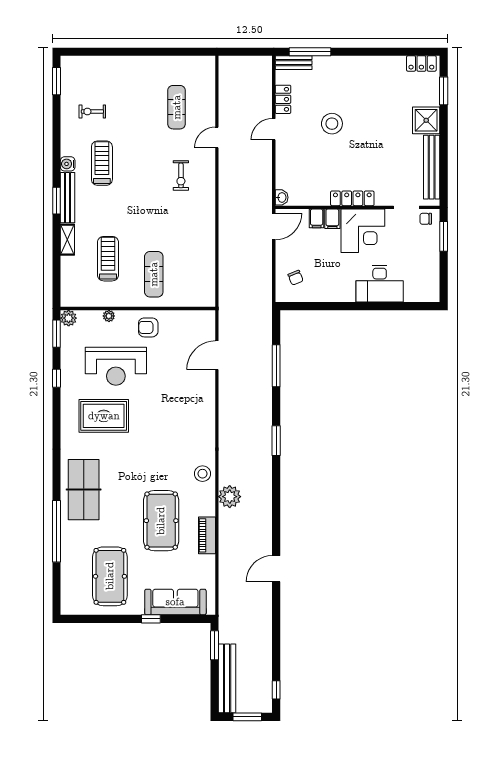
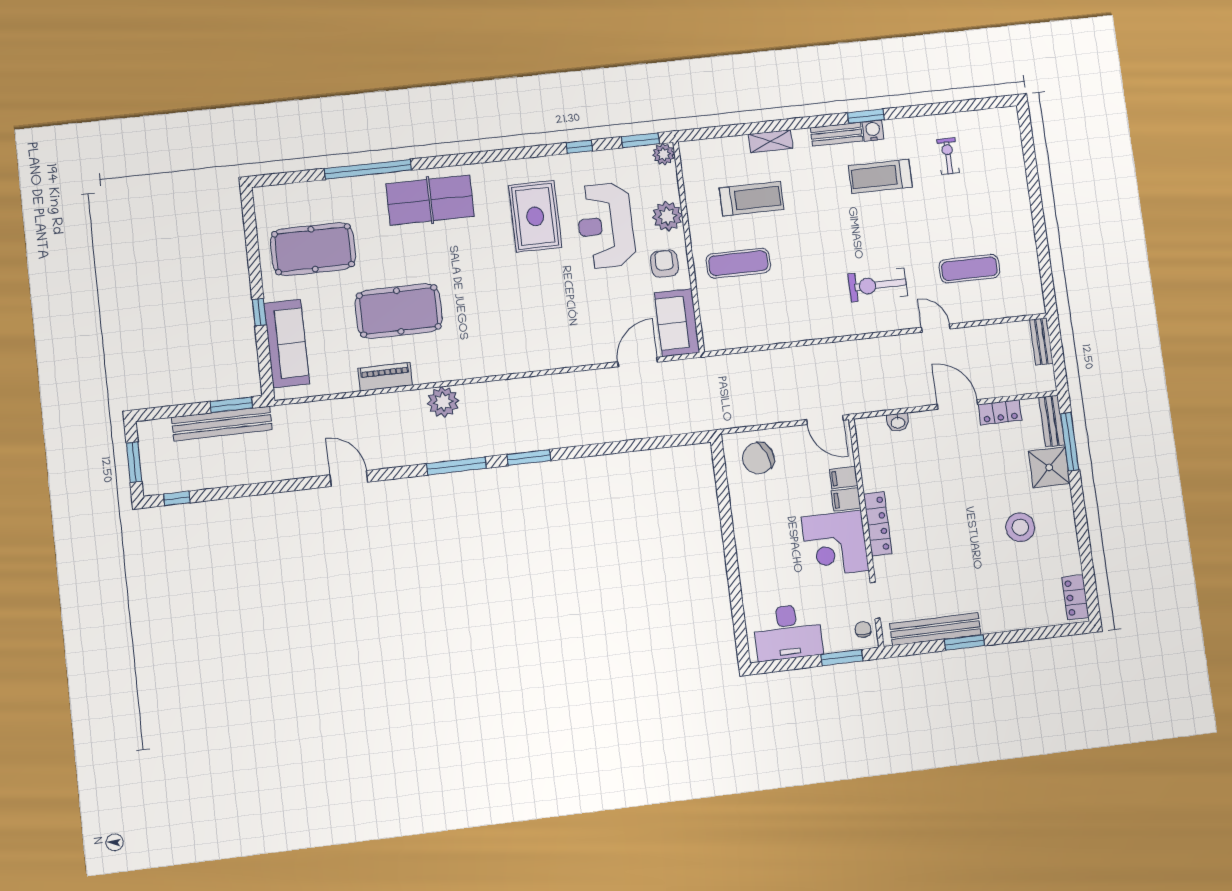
bench: (235, 62) -> (1041, 341), added
window: (56, 81) -> (982, 104), removed
window: (444, 91) -> (964, 643), moved
shower: (426, 120) -> (1049, 467), moved
stool: (332, 124) -> (1020, 527), moved
door: (274, 129) -> (958, 404), width x1.38
treadmill: (102, 163) -> (880, 176), turned 180
exercise bike: (181, 175) -> (878, 285), width x1.38, depth x1.39
washbasin: (282, 197) -> (898, 422), moved
bench: (67, 198) -> (836, 134), width x0.73
window: (56, 201) -> (866, 116), moved
chair: (296, 278) -> (758, 458), width x1.87, depth x1.87
desk: (380, 284) -> (788, 632), moved, turned -90
plant: (109, 316) -> (667, 216), width x1.88, depth x1.88
sofa: (192, 324) -> (677, 323), added
door: (217, 355) -> (638, 362), hinge flipped
window: (276, 366) -> (456, 466), moved
stool: (203, 474) -> (471, 361), removed
bench: (227, 678) -> (222, 424), moved

